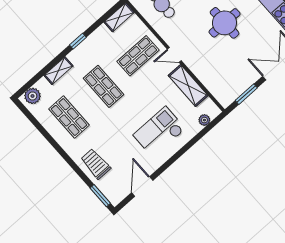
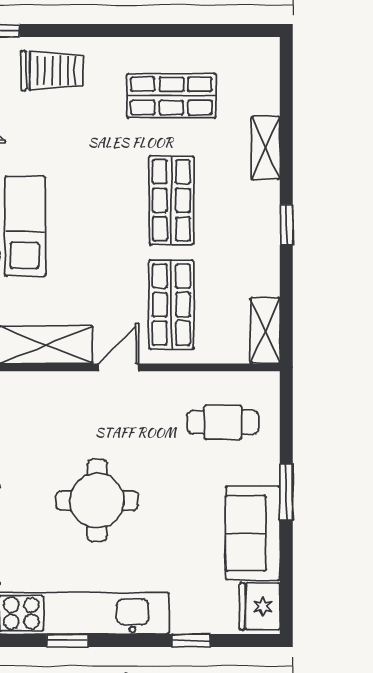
shop shelf: (104, 86) -> (171, 200), turned 90
plant: (33, 96) -> (262, 66), removed

